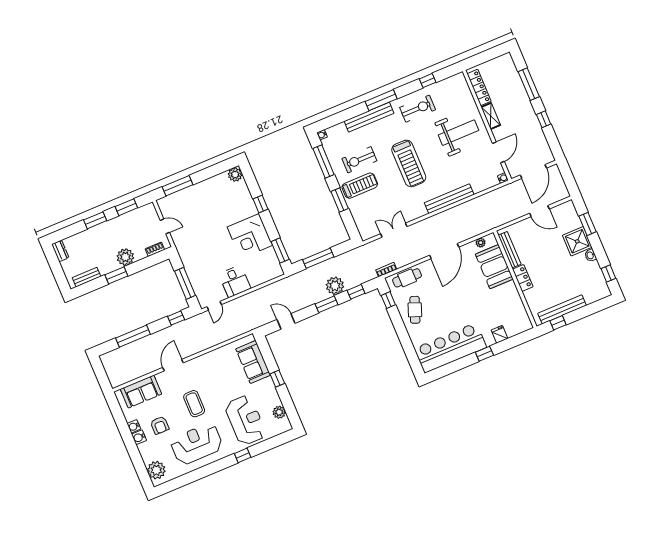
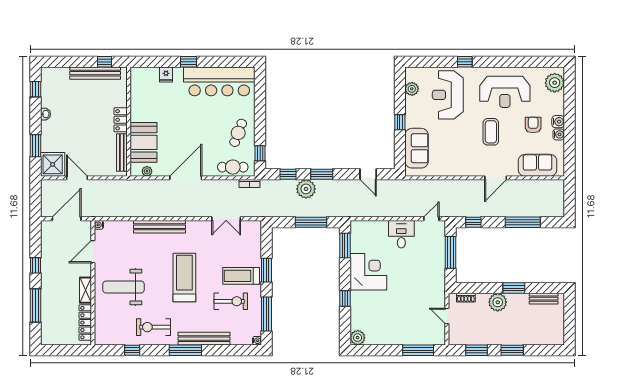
shower: (577, 241) -> (53, 164), moved
dresser: (60, 251) -> (559, 335), removed

